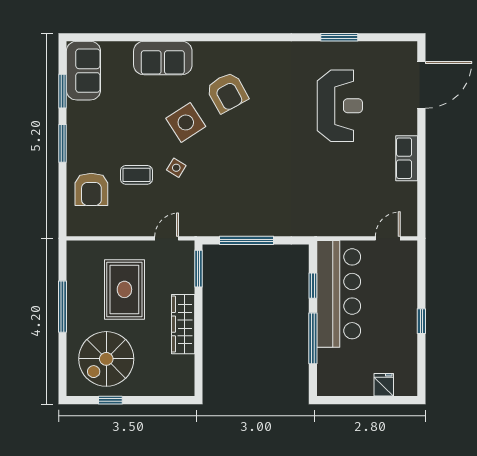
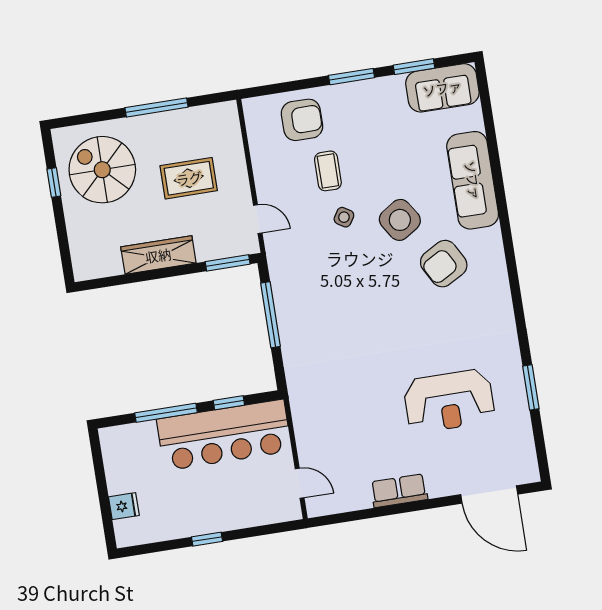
sofa: (163, 58) -> (473, 180), width x1.36
armchair: (91, 189) -> (302, 120), turned 180
rug: (124, 289) -> (189, 178), width x0.73, depth x0.70

